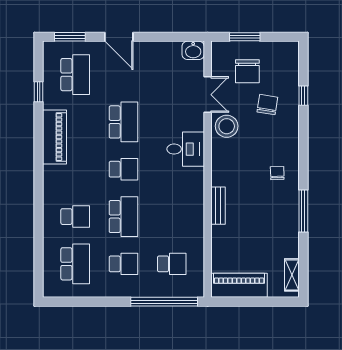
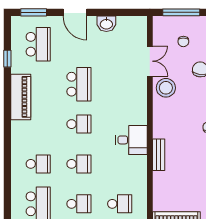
window: (245, 37) -> (181, 12), width x1.44
washbasin: (193, 50) -> (106, 24), moved
chair: (247, 71) -> (183, 42), width x0.54, depth x0.54
desk: (186, 149) -> (131, 140), moved
school desk: (123, 217) -> (79, 164), width x0.54

